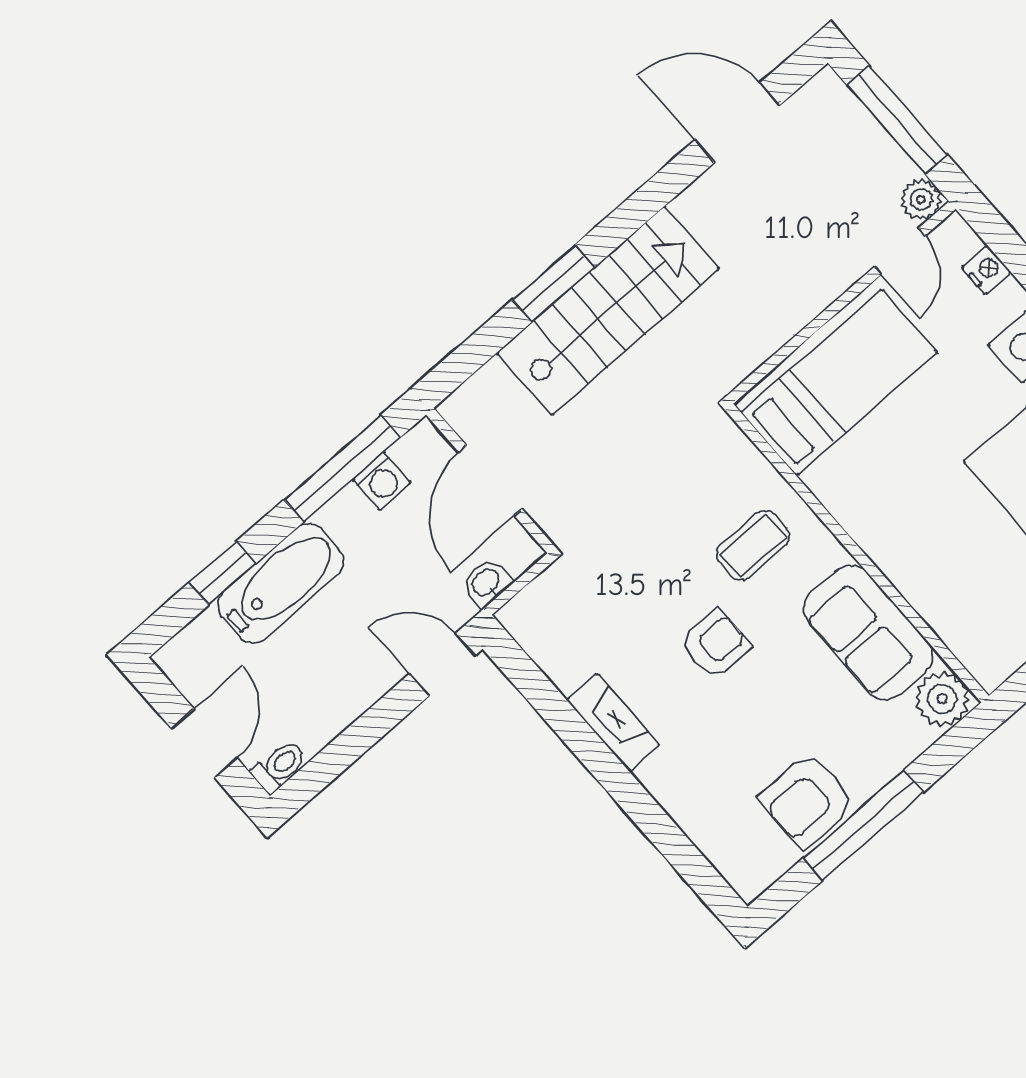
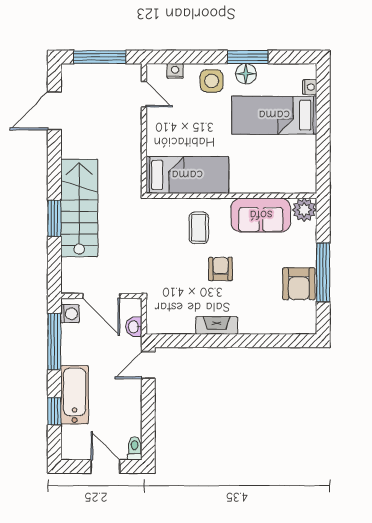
plant: (921, 200) -> (133, 72), removed
bed: (839, 382) -> (187, 175), moved, turned 90
washing machine: (382, 481) -> (70, 314), moved

